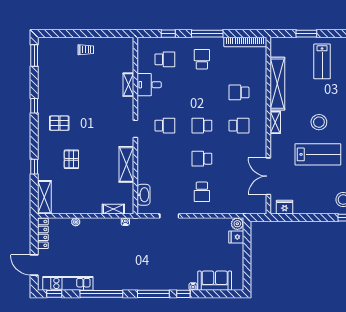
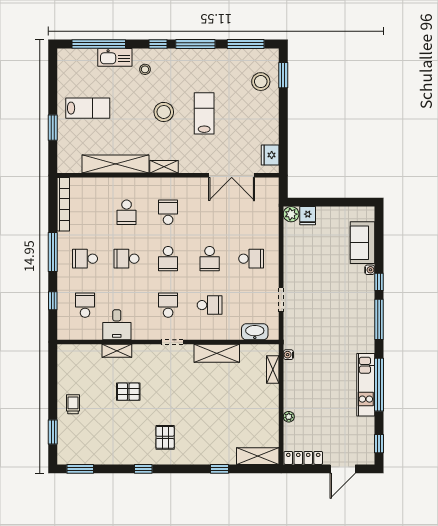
window: (64, 34) -> (53, 432), added
school desk: (202, 92) -> (127, 259), added
lab bench: (318, 154) -> (204, 113), width x0.73, depth x0.72
pallet: (71, 159) -> (128, 392), moved
school desk: (165, 159) -> (210, 305), added
kitchen unit: (68, 283) -> (366, 385), moved

